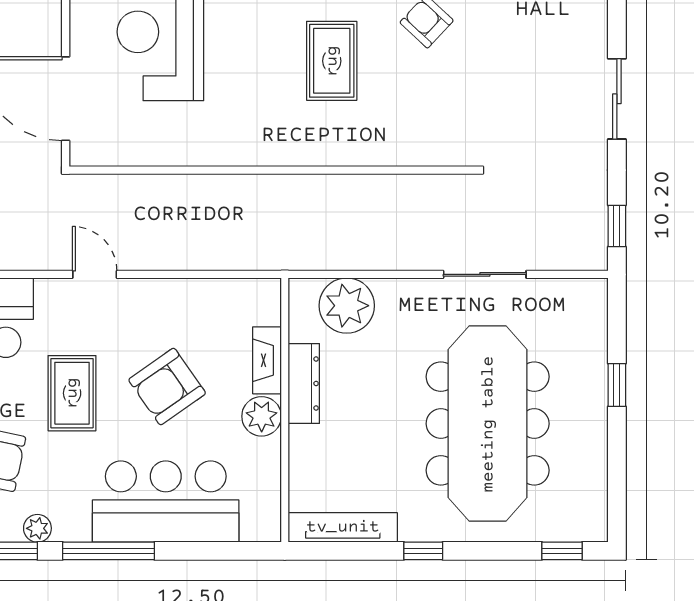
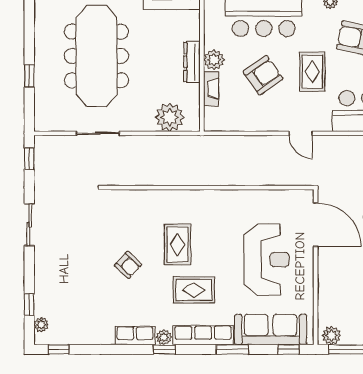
dresser: (304, 383) -> (192, 62), moved

